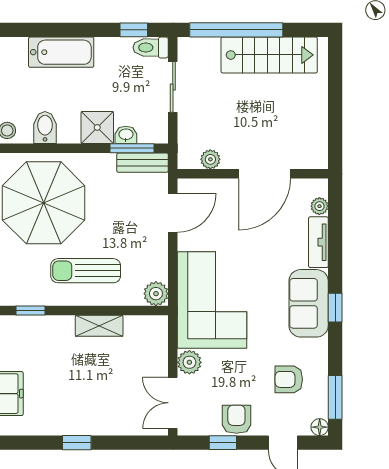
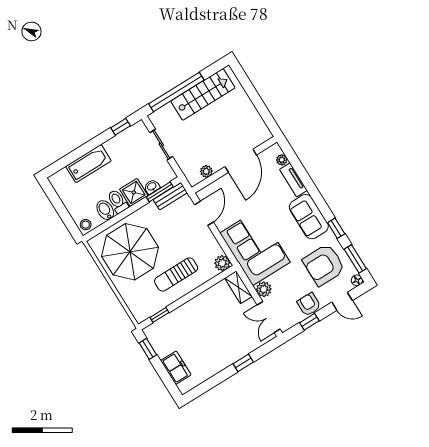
toilet: (151, 48) -> (118, 201), moved, turned 90
window: (335, 308) -> (336, 228), moved
shelving: (99, 326) -> (238, 287), moved, turned 90
armchair: (289, 379) -> (324, 265), width x1.88, depth x1.88
window: (77, 443) -> (243, 363), moved

